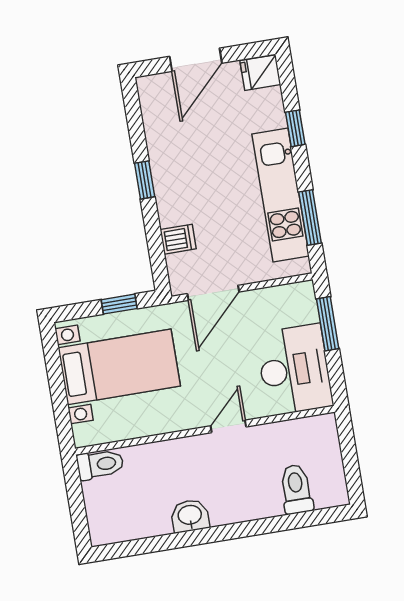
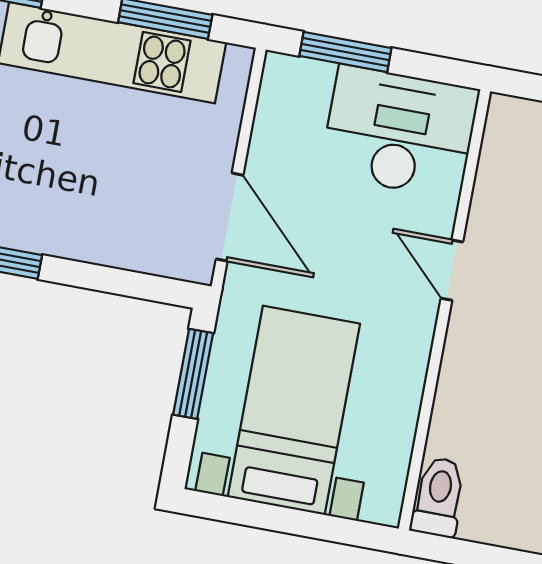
dishwasher: (178, 239) -> (124, 242), removed
window: (119, 304) -> (193, 374), width x1.50

